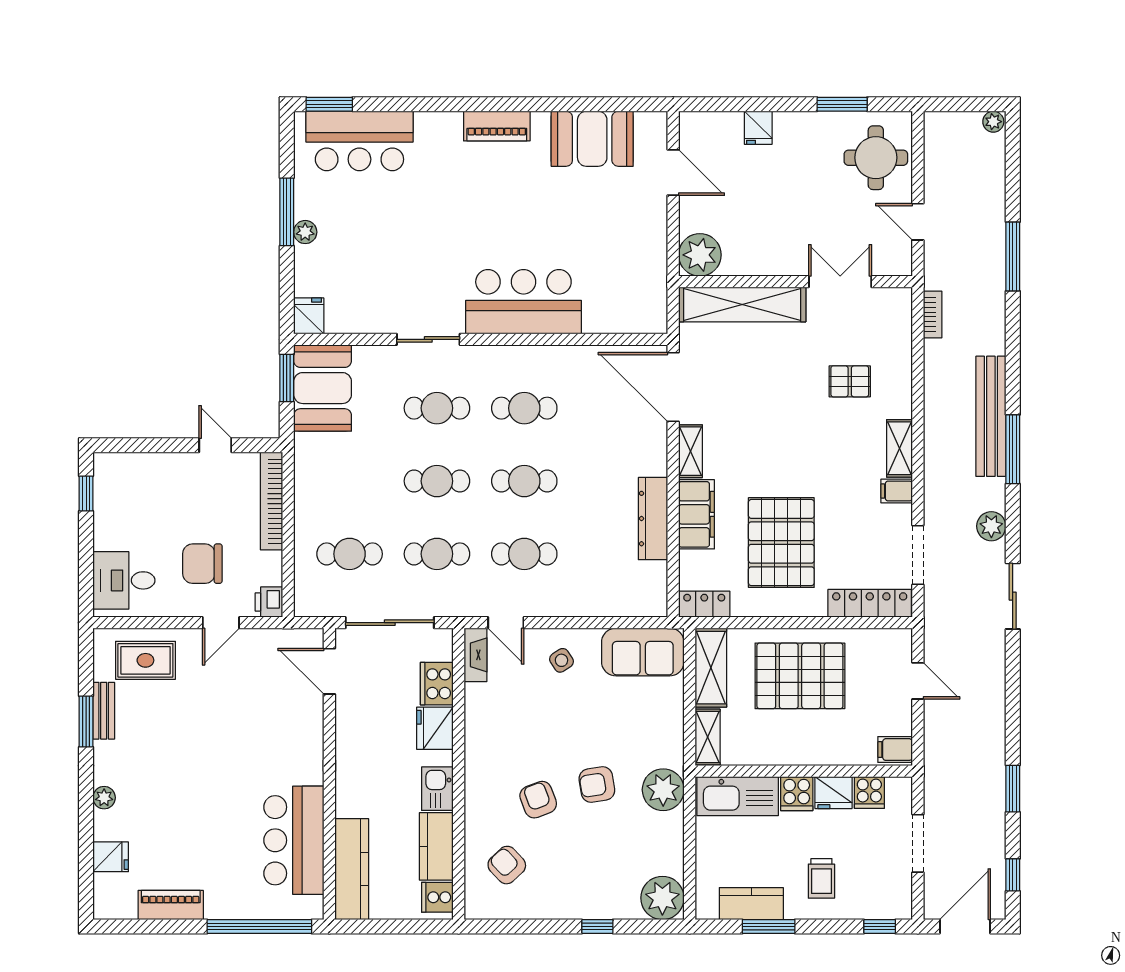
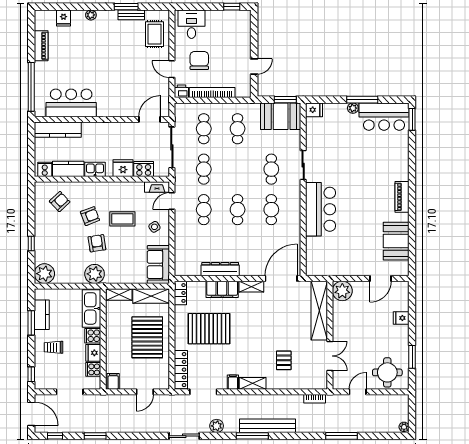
bar counter: (359, 141) -> (384, 117), moved, turned -90
cafe table: (437, 481) -> (238, 129), moved
bookcase: (272, 501) -> (212, 93), moved
coffee table: (544, 730) -> (122, 219), added

